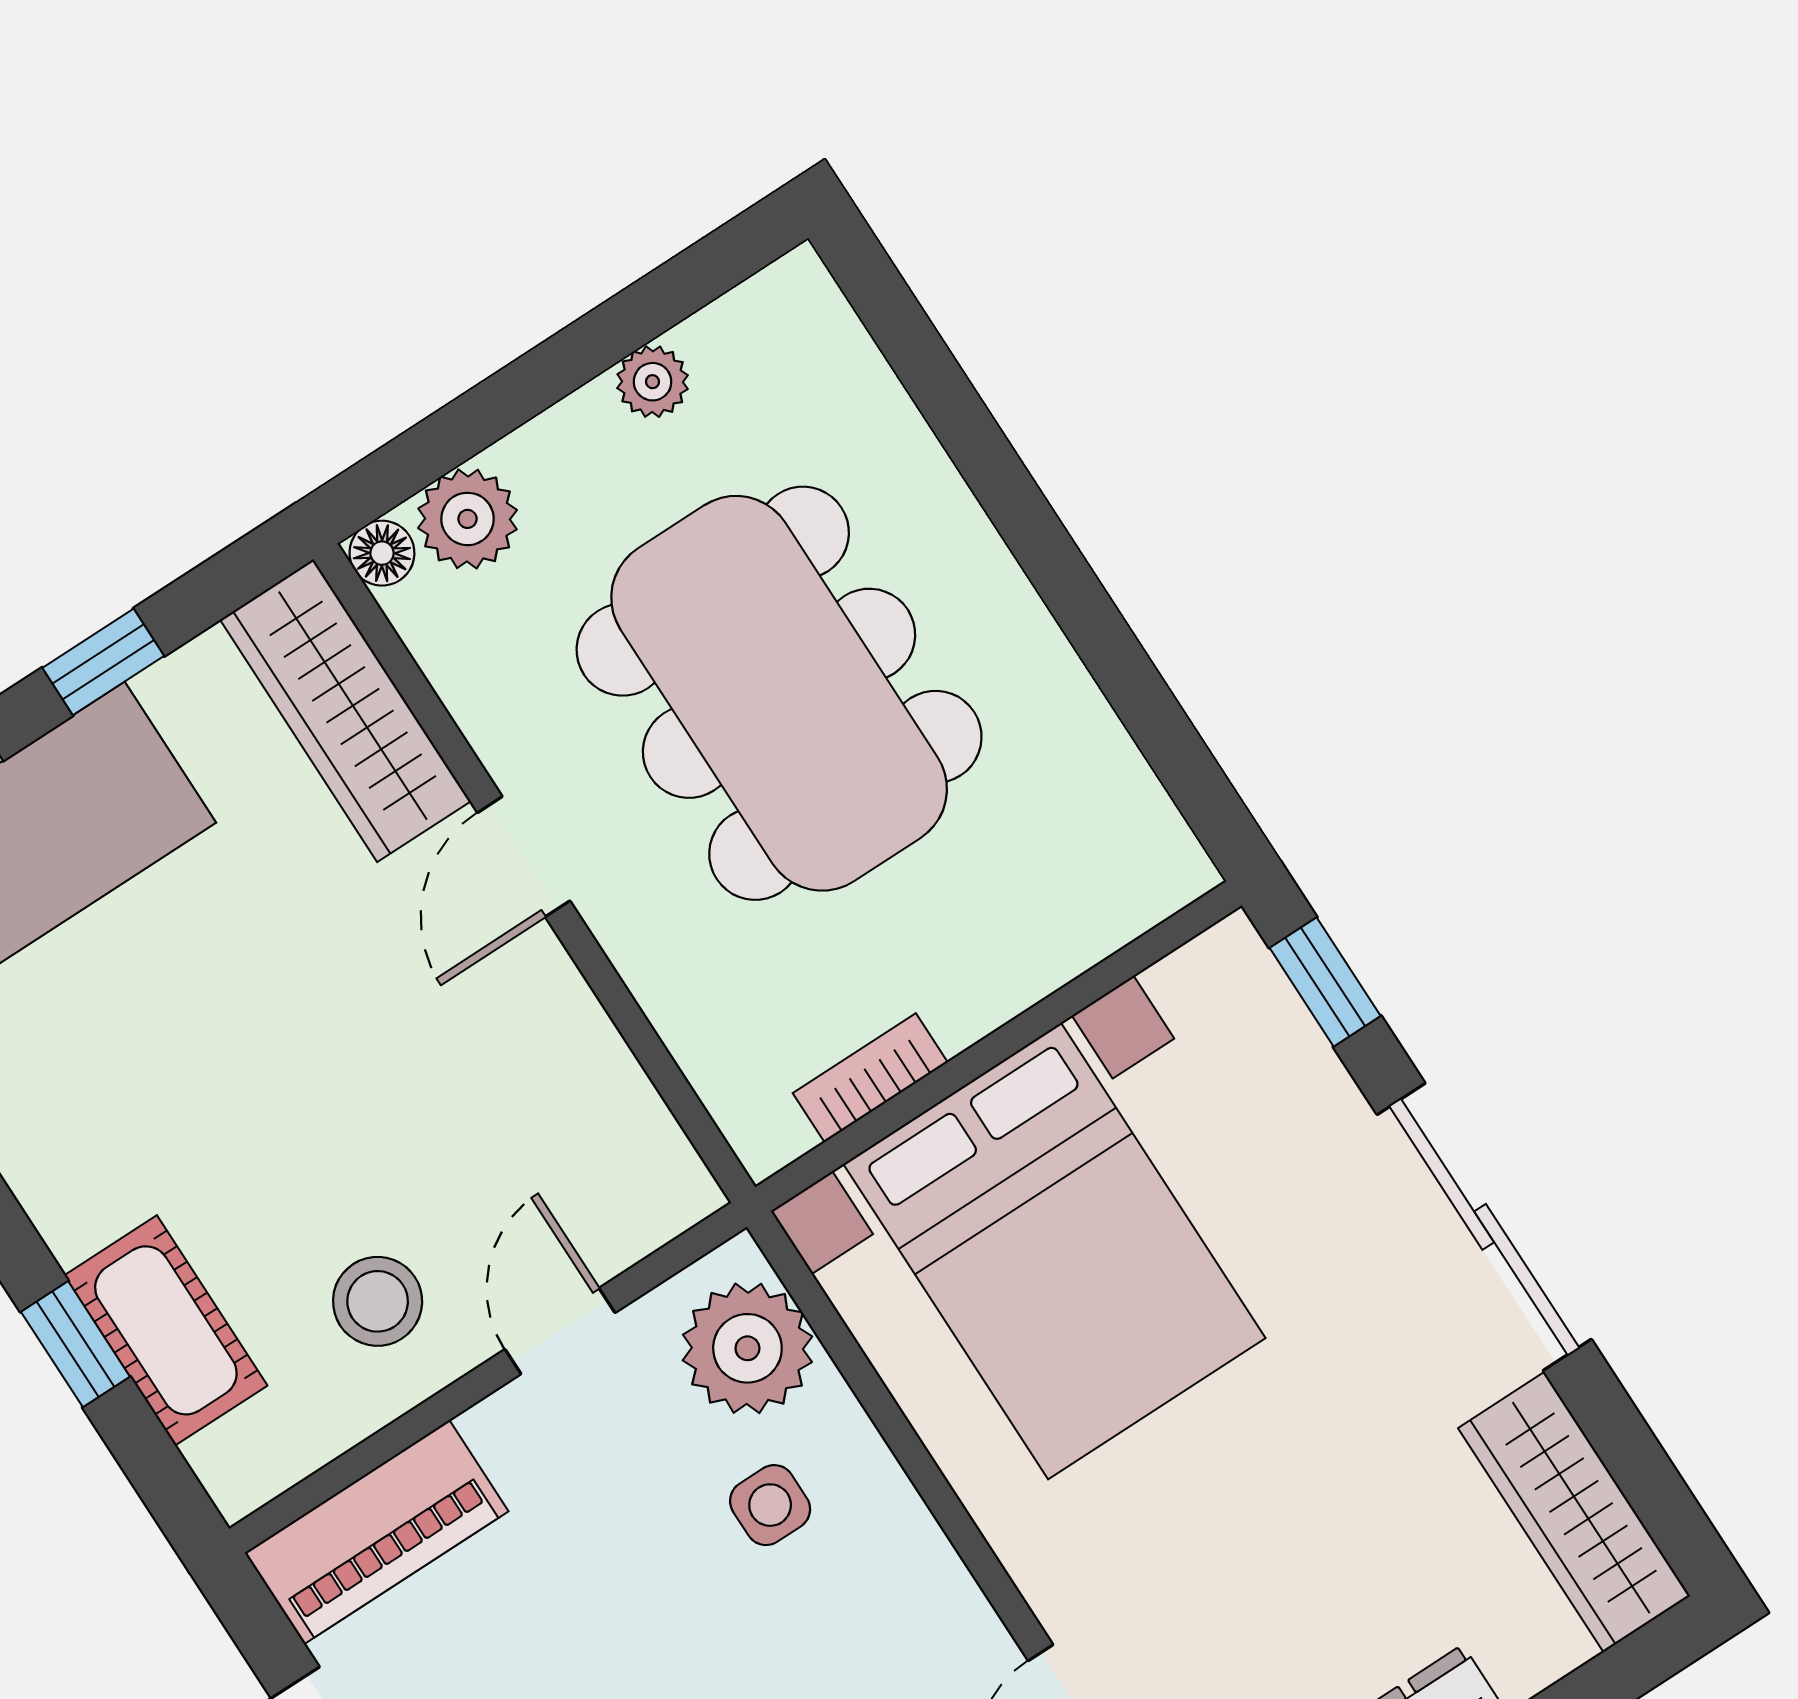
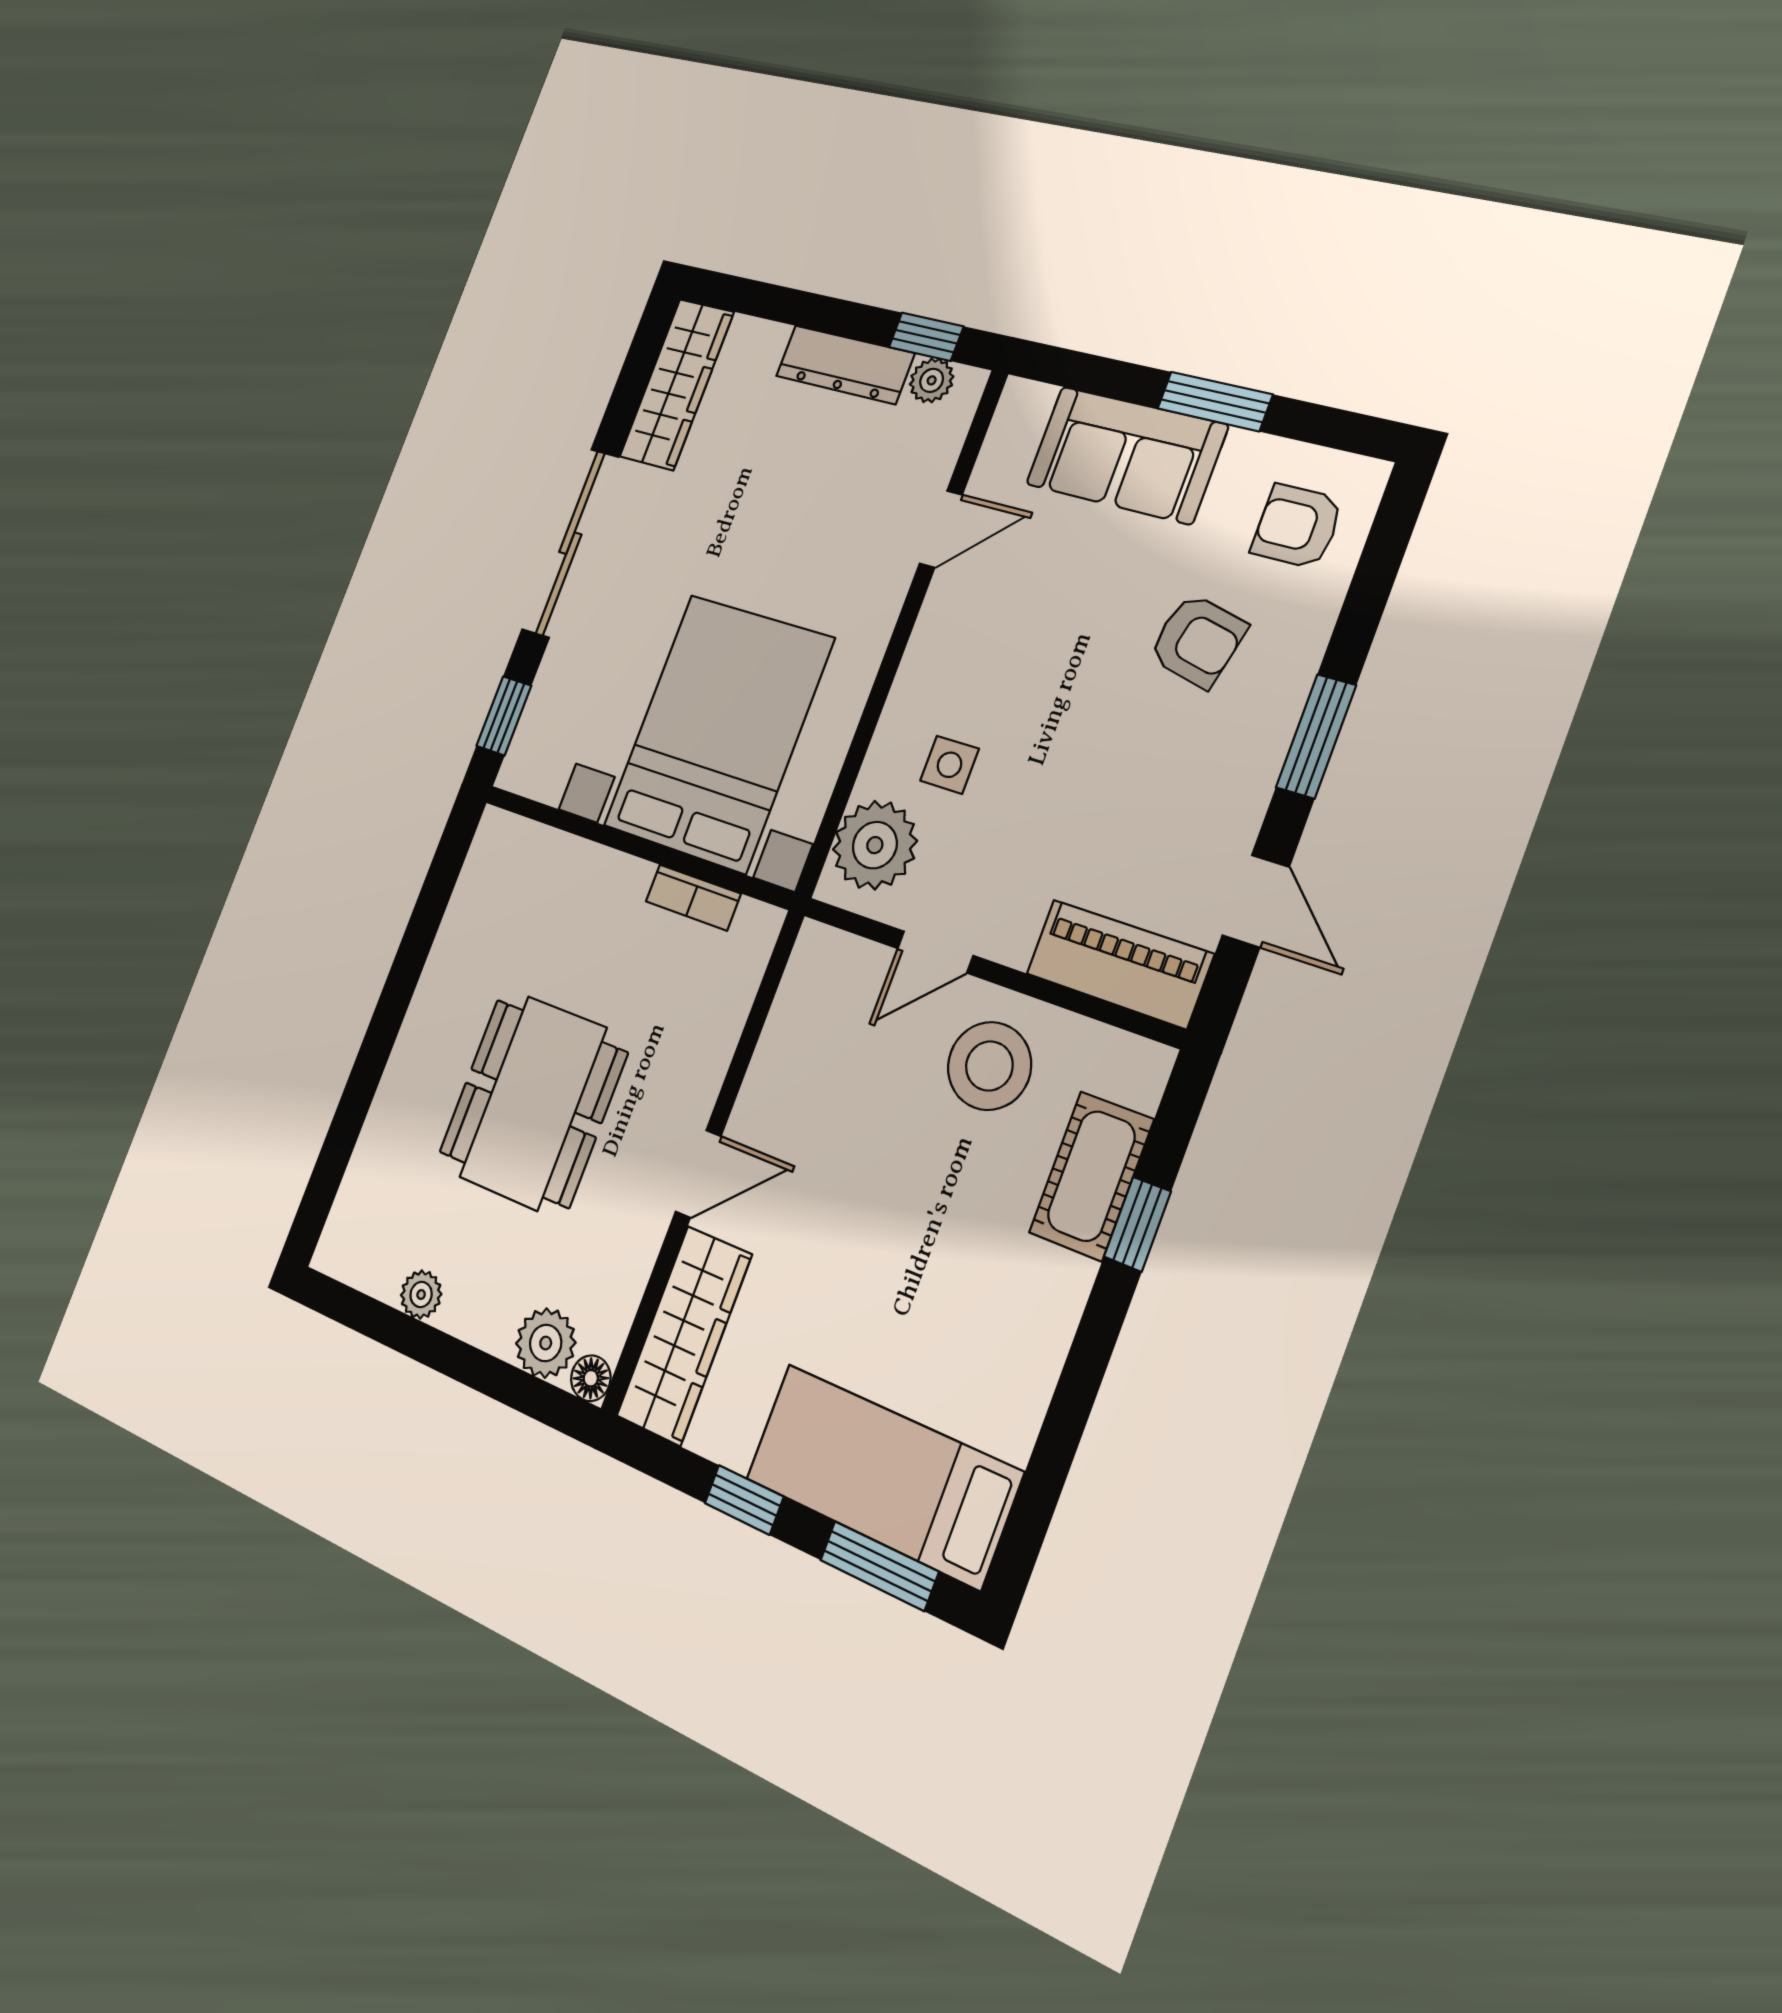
dining table: (779, 693) -> (533, 1103), width x0.73, depth x0.80
stool: (378, 1301) -> (989, 1066), width x1.38, depth x1.38

